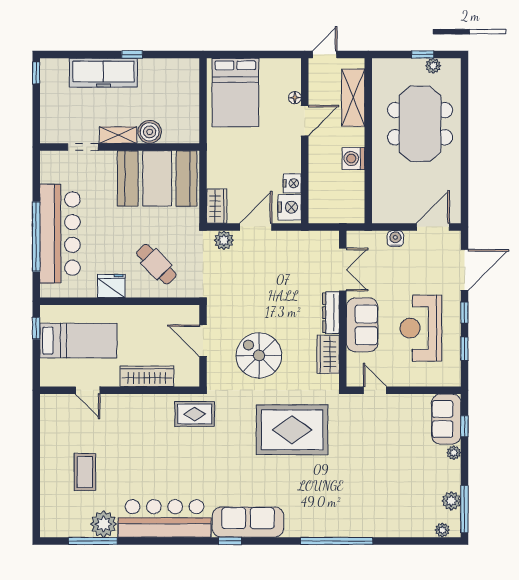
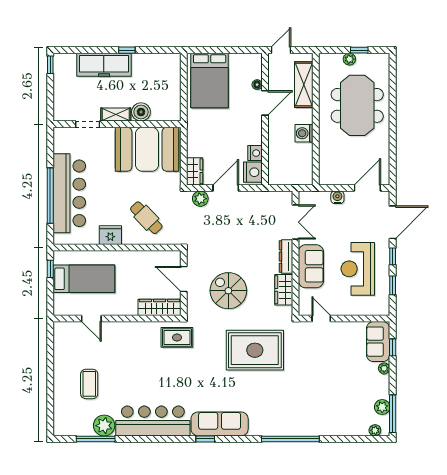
plant: (433, 66) -> (349, 59), moved
wardrobe: (147, 376) -> (160, 307), moved

